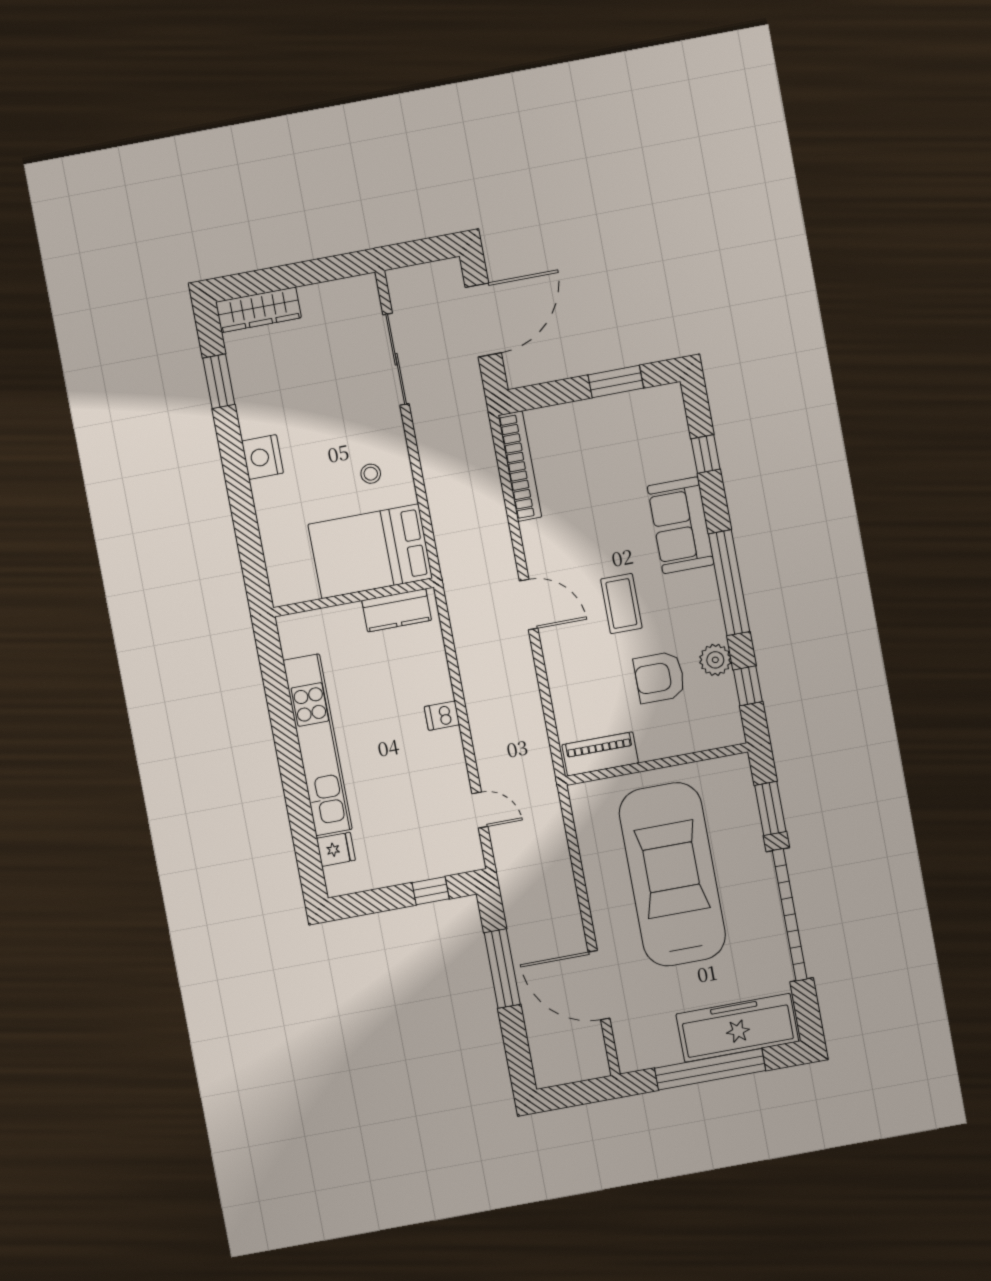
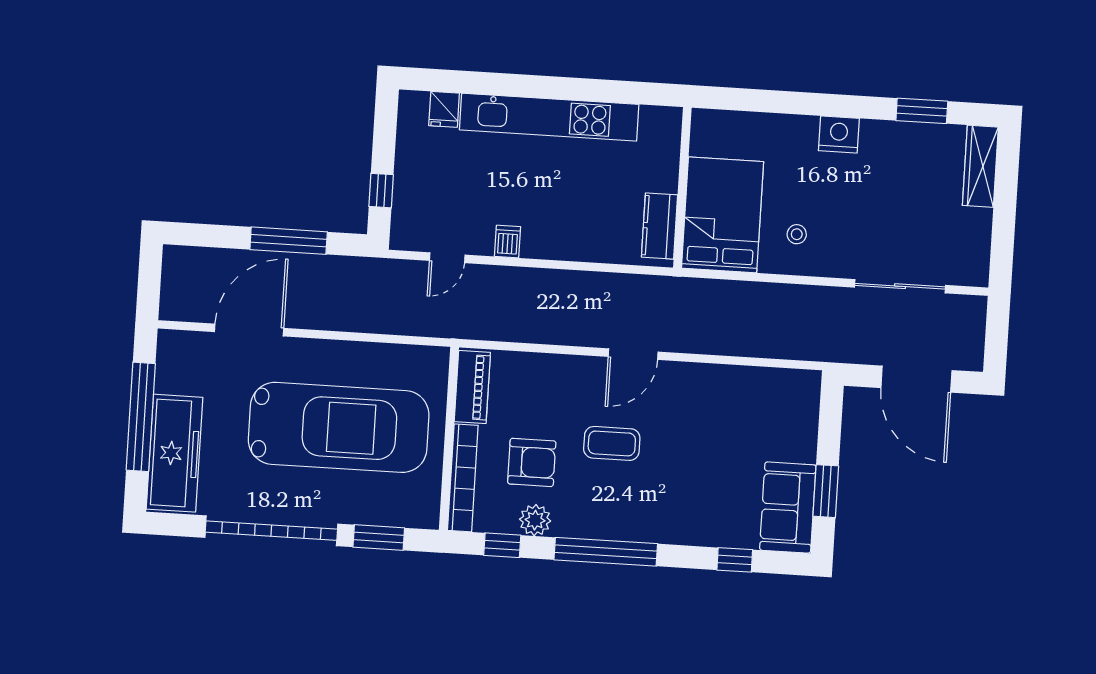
bookcase: (520, 466) -> (463, 478), moved, turned -90
sofa: (681, 525) -> (788, 508), moved, turned -90
armchair: (660, 677) -> (532, 462), turned 90
dishwasher: (442, 716) -> (508, 242), moved

